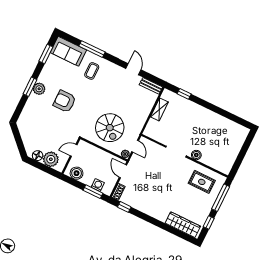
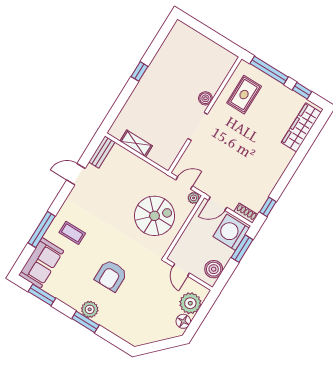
window: (184, 94) -> (140, 71), moved
washing machine: (98, 185) -> (231, 232), width x1.89, depth x1.89

